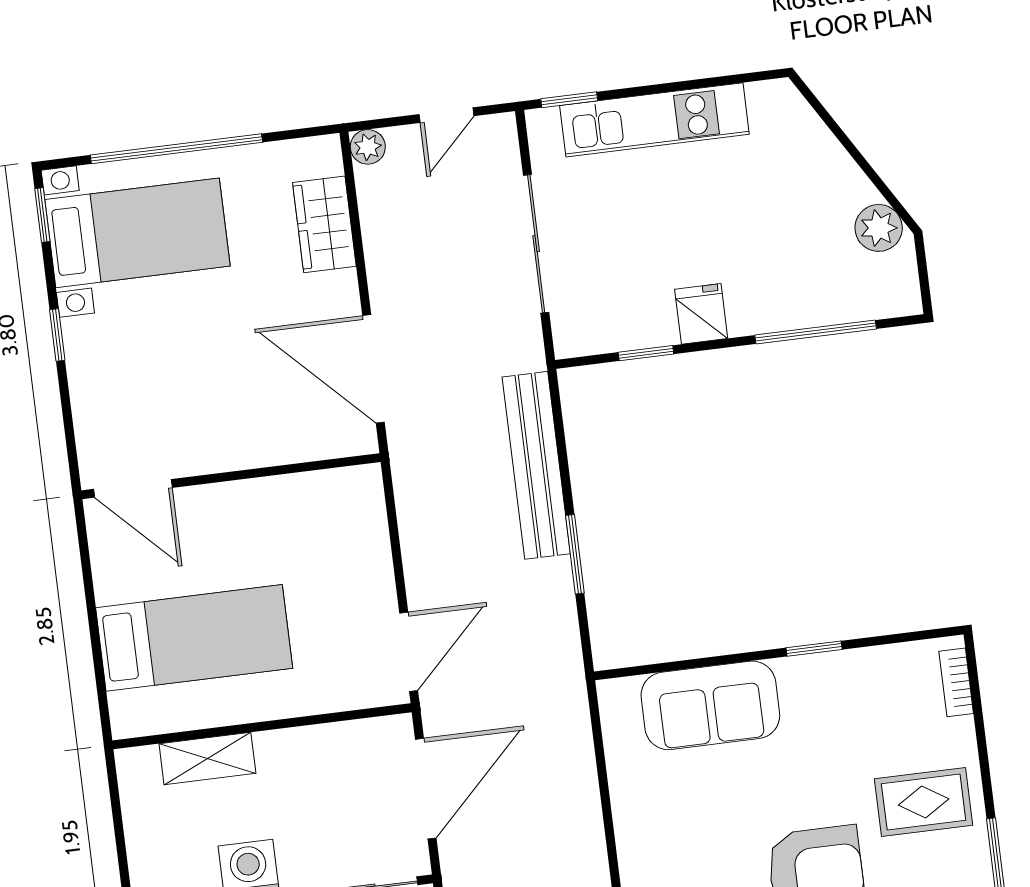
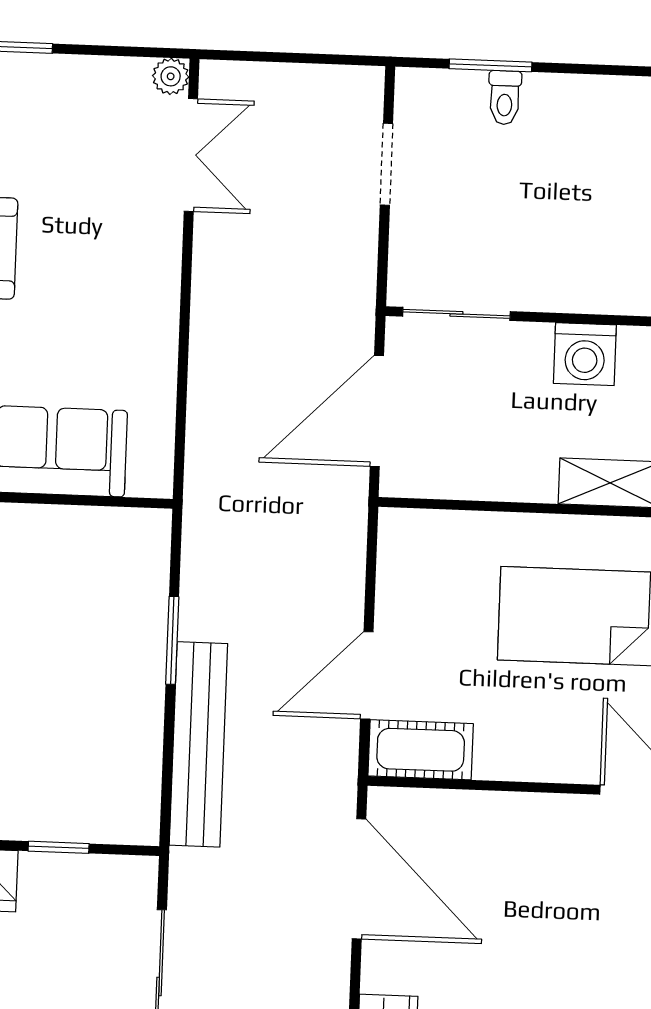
cot: (337, 493) -> (421, 750), added
door: (409, 652) -> (367, 675), moved

